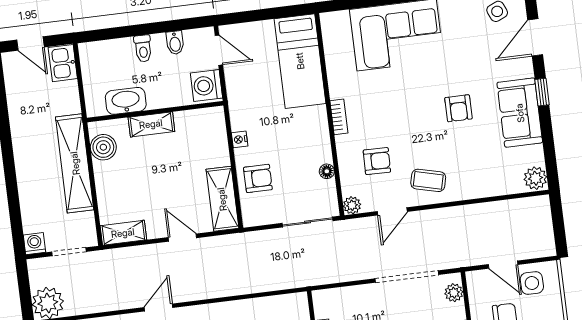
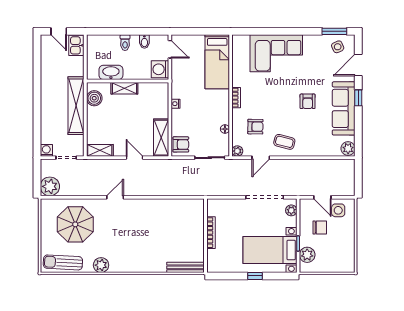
sofa: (520, 113) -> (344, 108), width x1.36
armchair: (258, 178) -> (181, 144), moved

